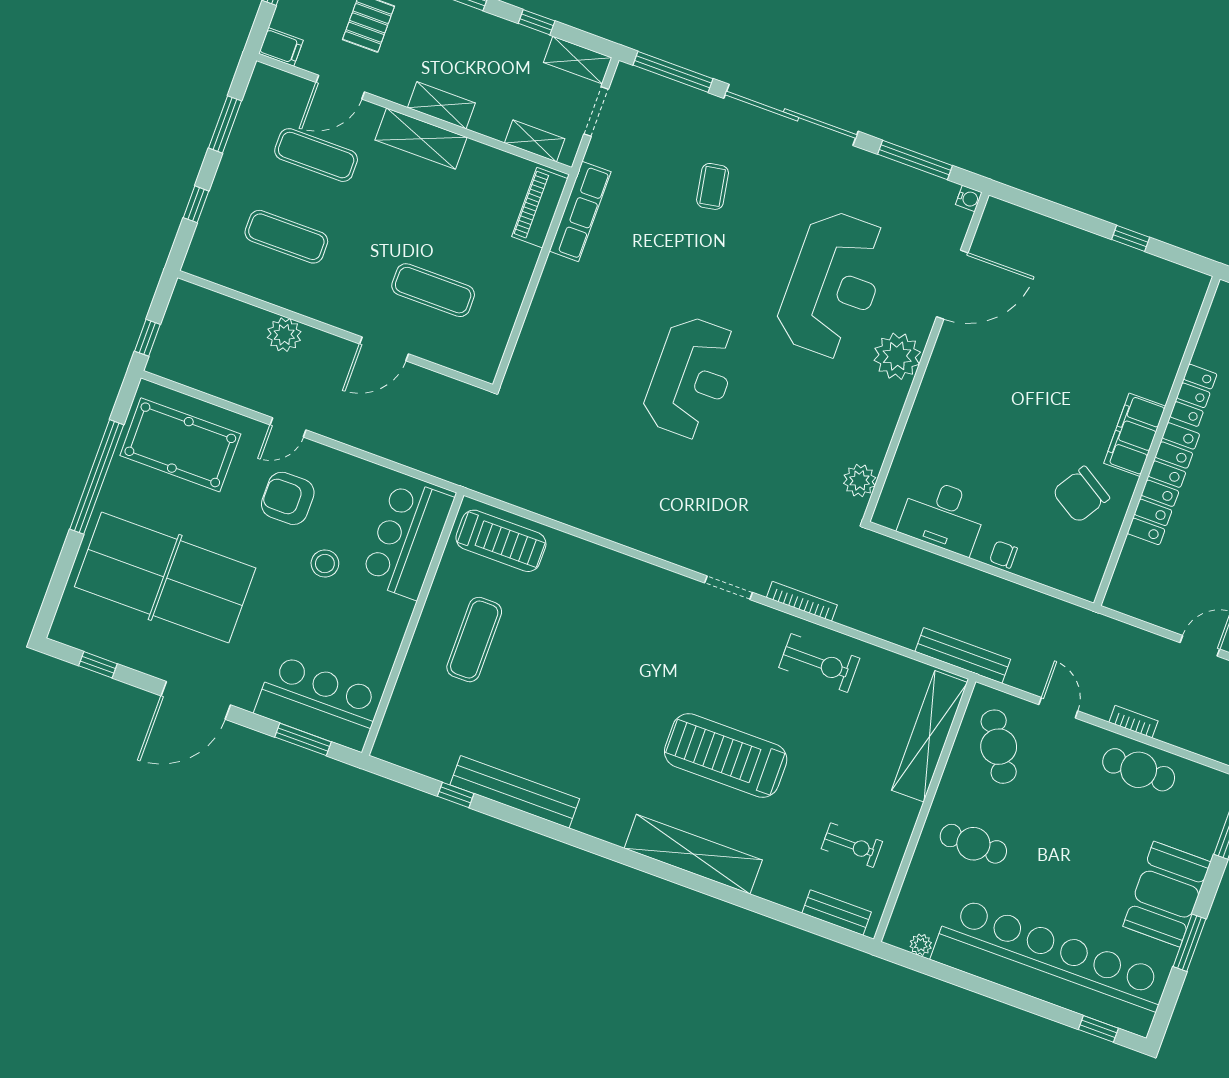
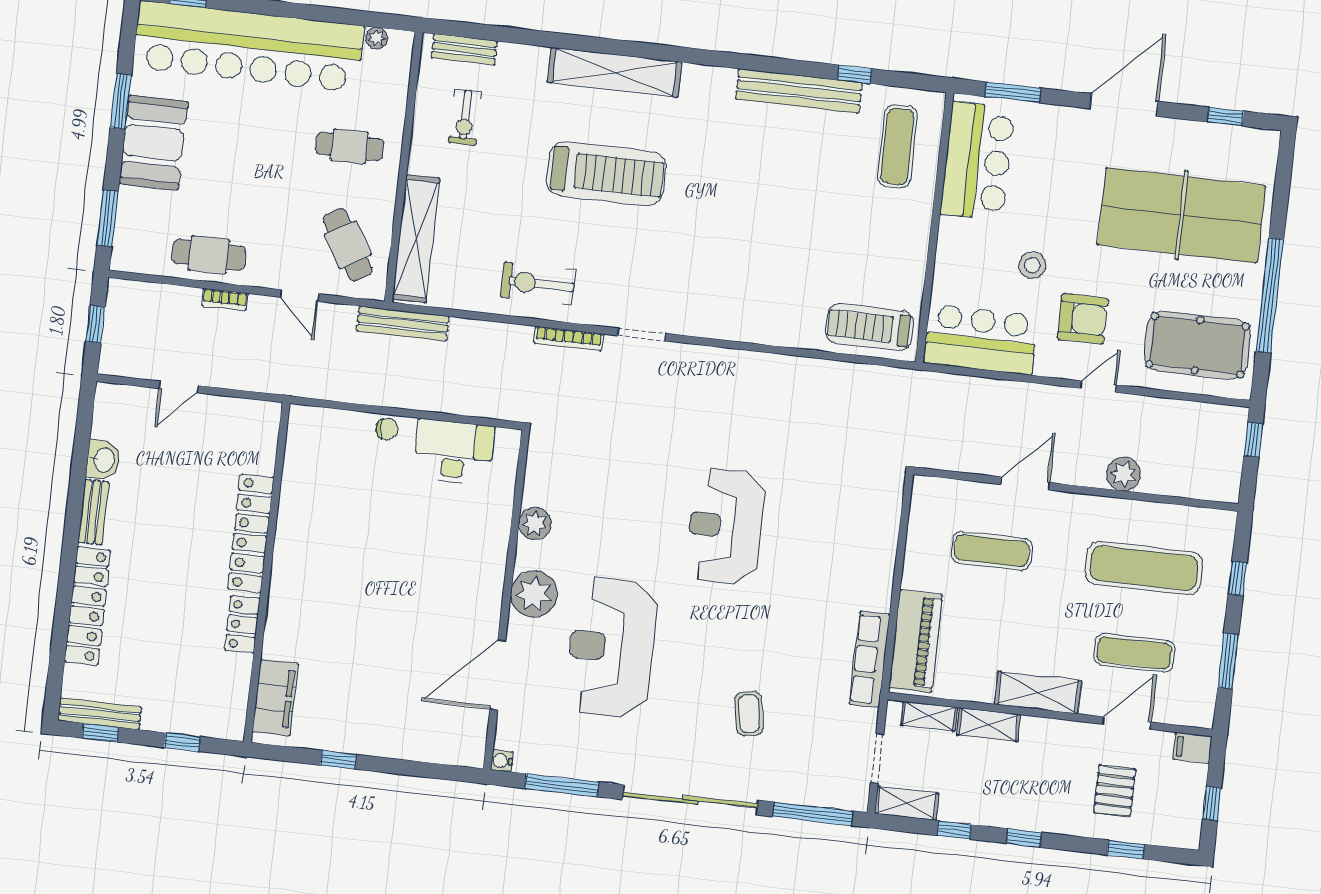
shelving: (441, 105) -> (989, 725), moved
piano: (540, 208) -> (916, 641), width x1.37, depth x1.33
exercise mat: (286, 237) -> (1144, 568), width x1.36, depth x1.45
filing cabinet: (1135, 435) -> (275, 697), moved
plant: (860, 480) -> (535, 523), moved
chair: (1081, 495) -> (327, 504), removed
bar counter: (407, 539) -> (981, 339), moved, turned -90
exercise mat: (474, 640) -> (897, 146), moved
bar counter: (319, 703) -> (977, 161), moved, turned -90
exercise bike: (852, 845) -> (465, 117), turned -90

